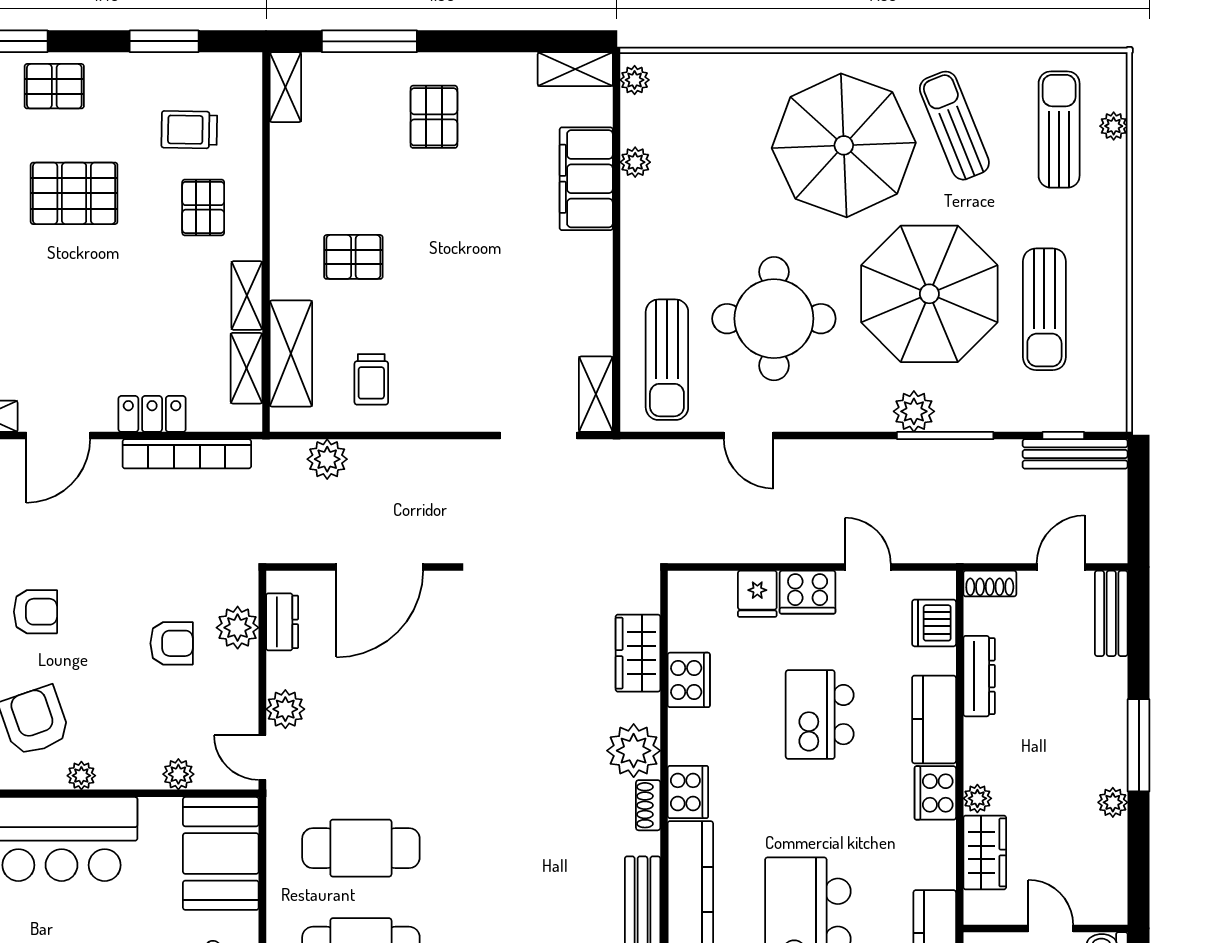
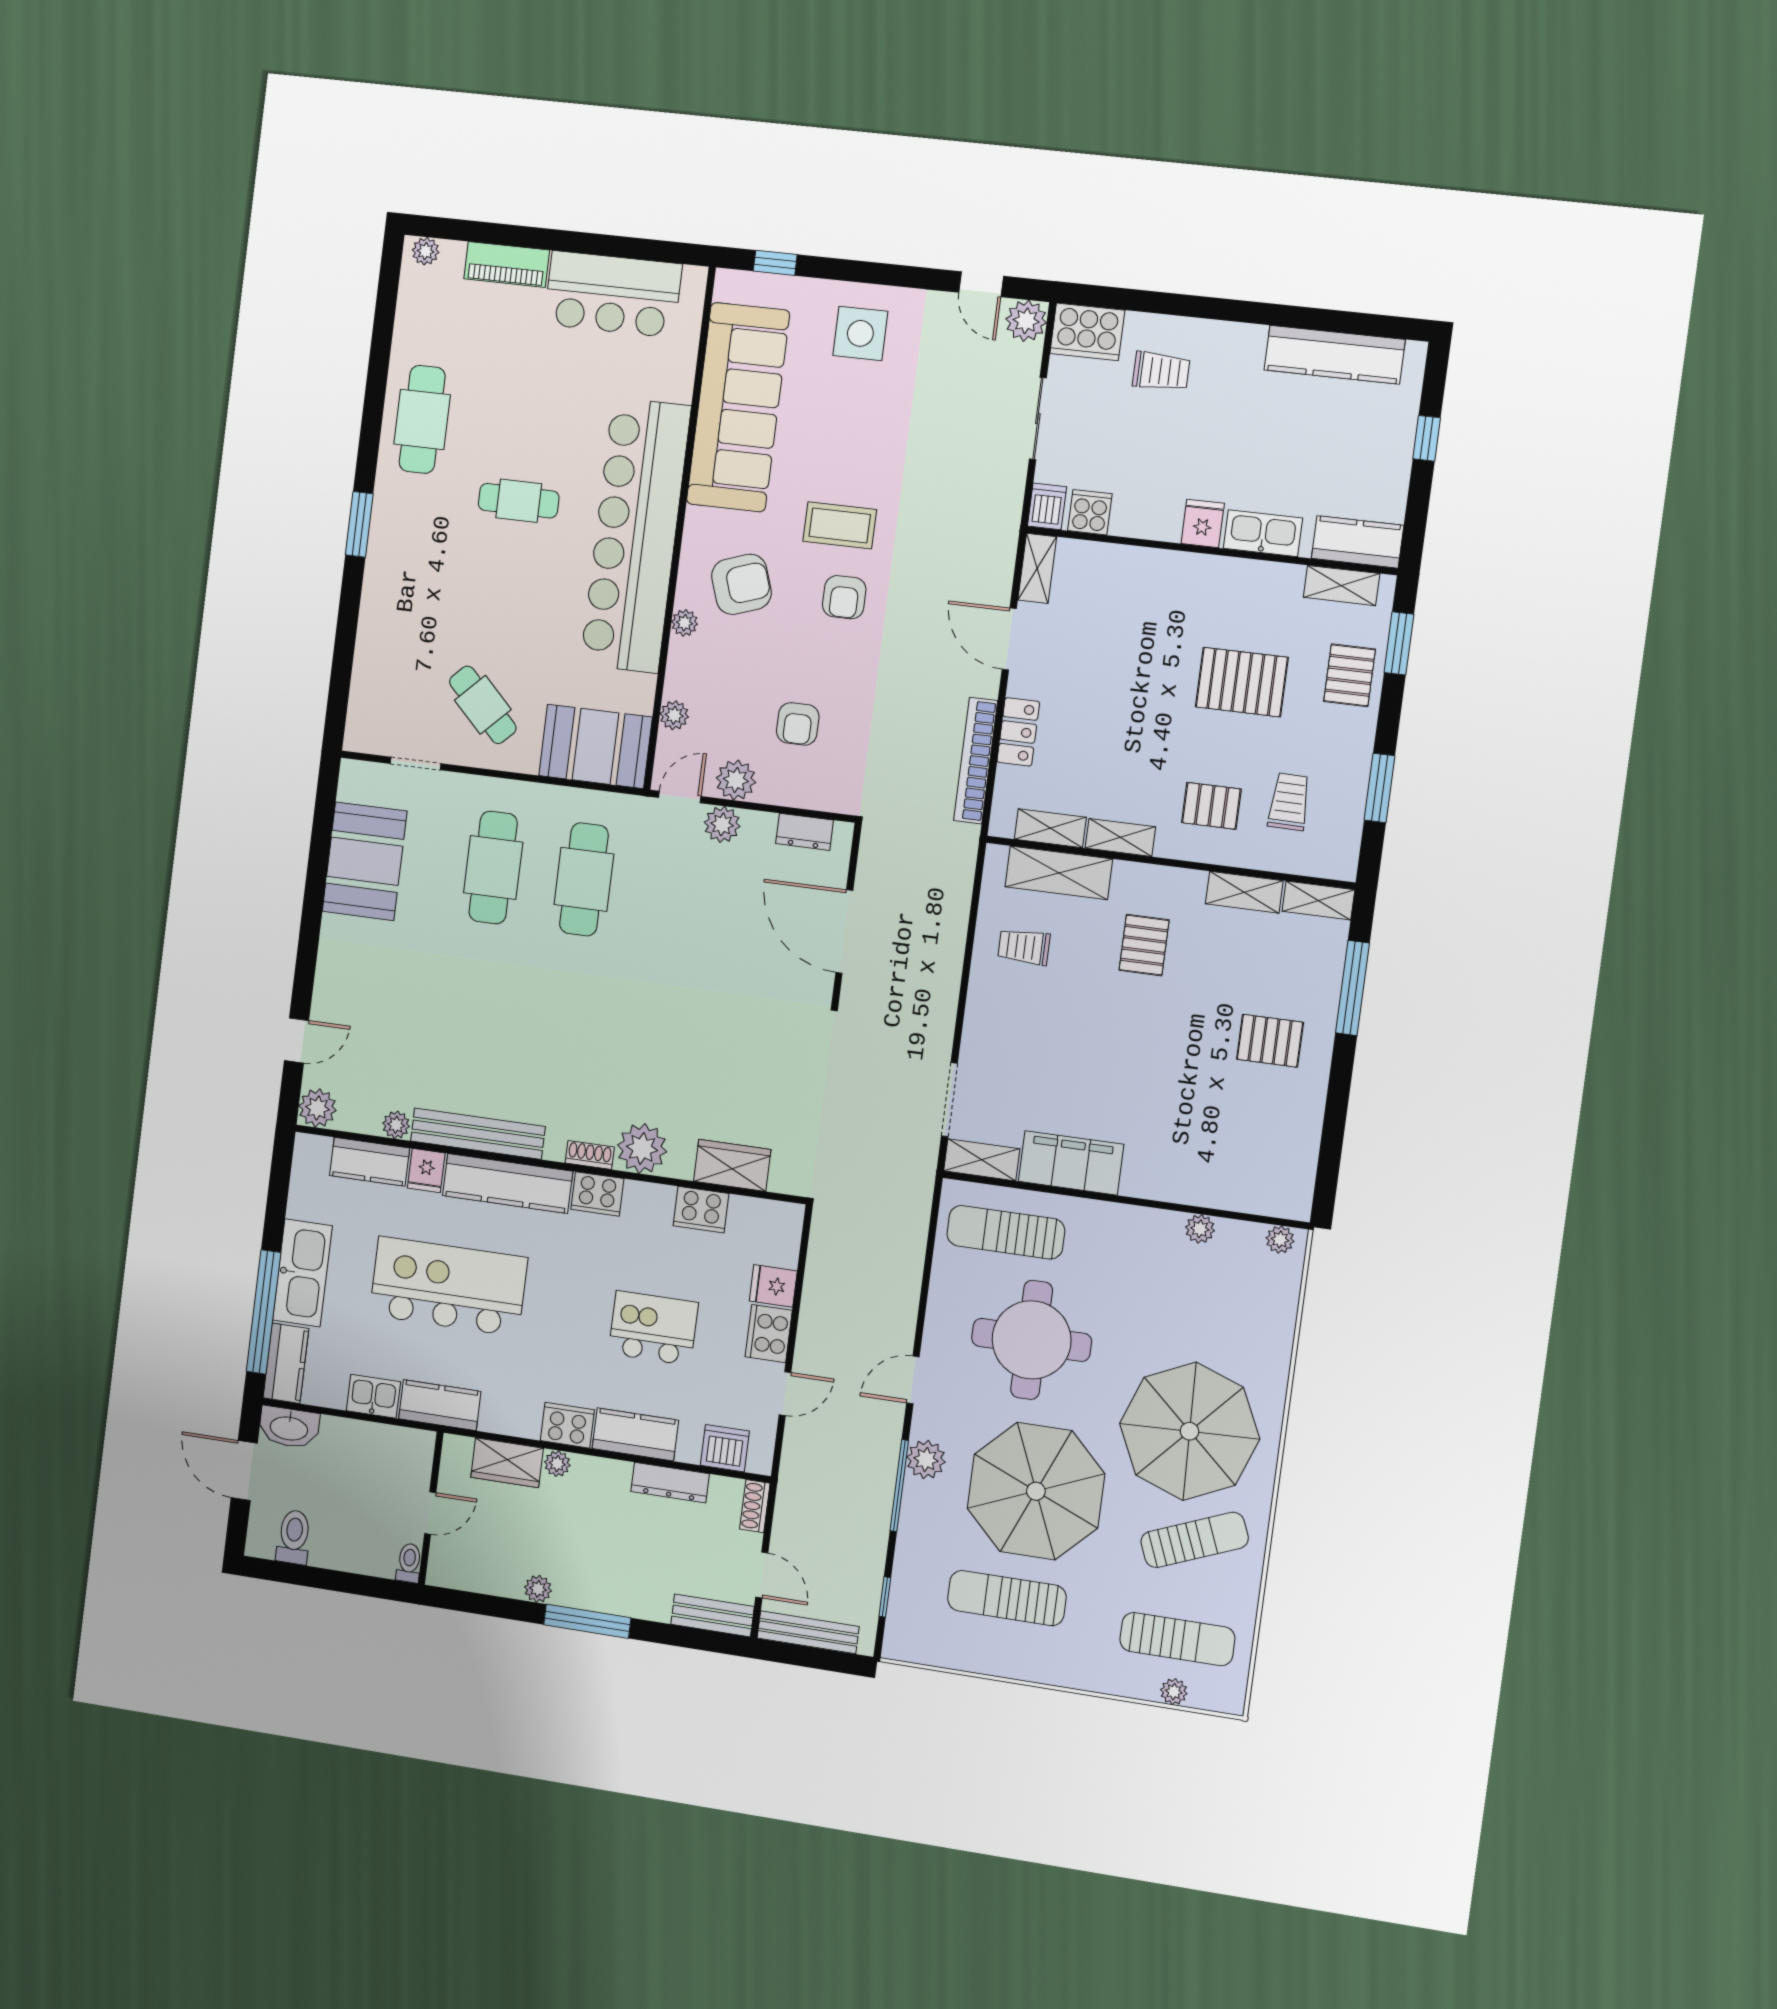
shelving: (575, 69) -> (1244, 892), moved, turned 90
filing cabinet: (586, 179) -> (1071, 1163), moved
pallet: (74, 193) -> (1242, 682), turned 90
door: (749, 436) -> (913, 1380), moved
bench: (1075, 454) -> (808, 1632), moved, turned 90
plant: (327, 459) -> (953, 895), removed
plant: (238, 628) -> (736, 780), moved

